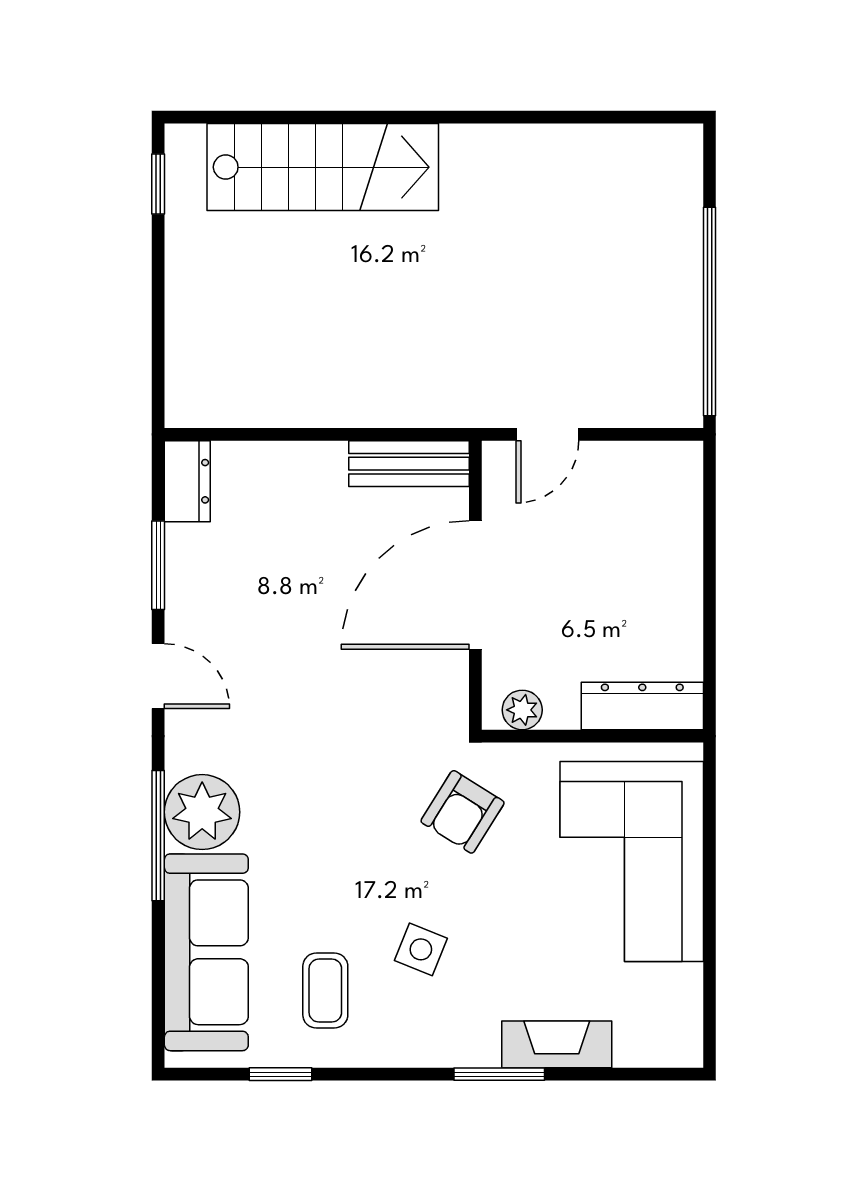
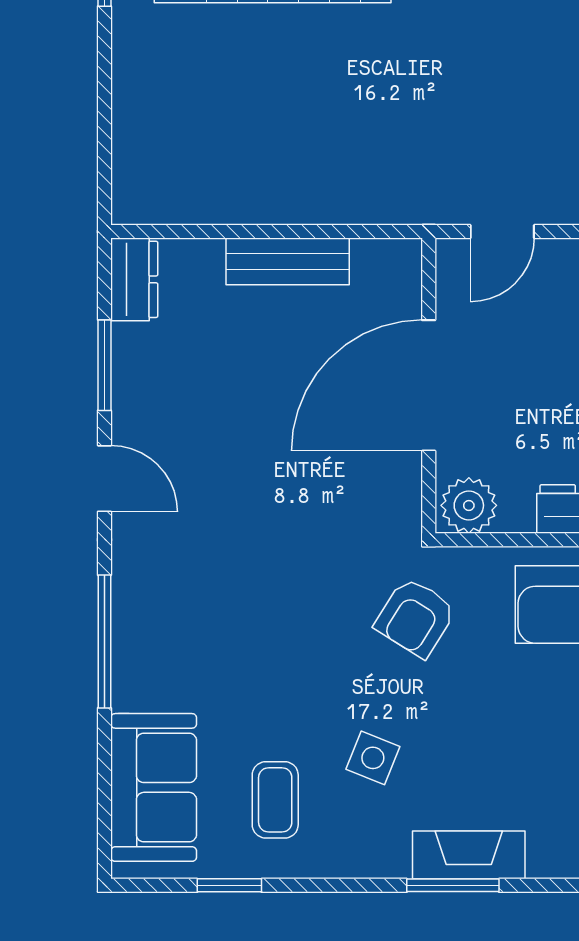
bench: (409, 464) -> (288, 261), moved
plant: (522, 710) -> (469, 505), width x1.38, depth x1.38
plant: (202, 812) -> (149, 617), removed
sofa: (206, 952) -> (154, 787), width x0.73
fireplace: (557, 1044) -> (469, 855), moved

